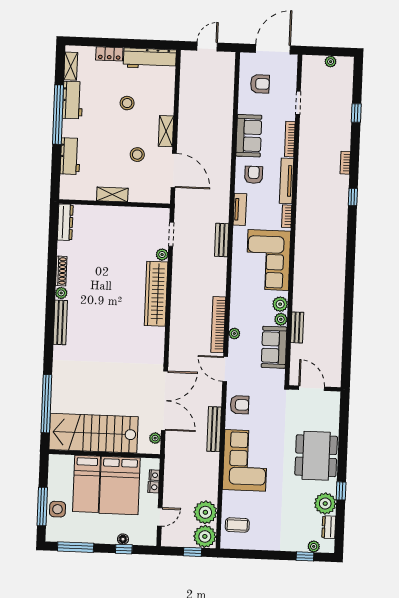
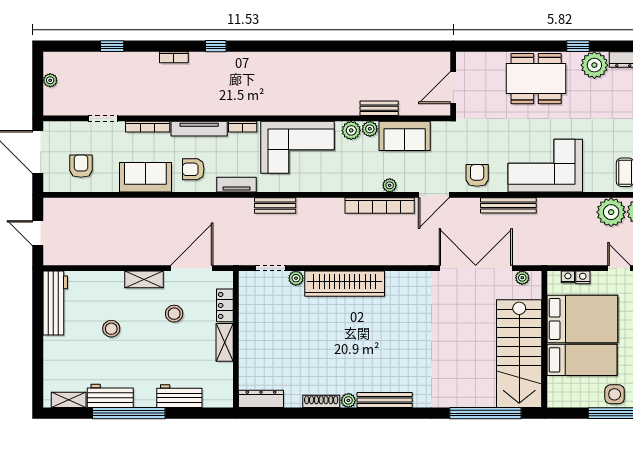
locker: (109, 54) -> (225, 305), moved, turned 180

